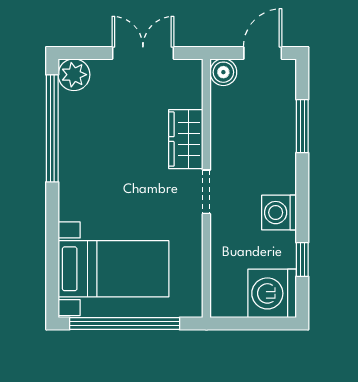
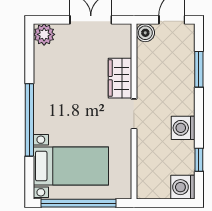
window: (52, 128) -> (29, 120), moved
washing machine: (272, 293) -> (183, 187), width x0.73, depth x0.73

